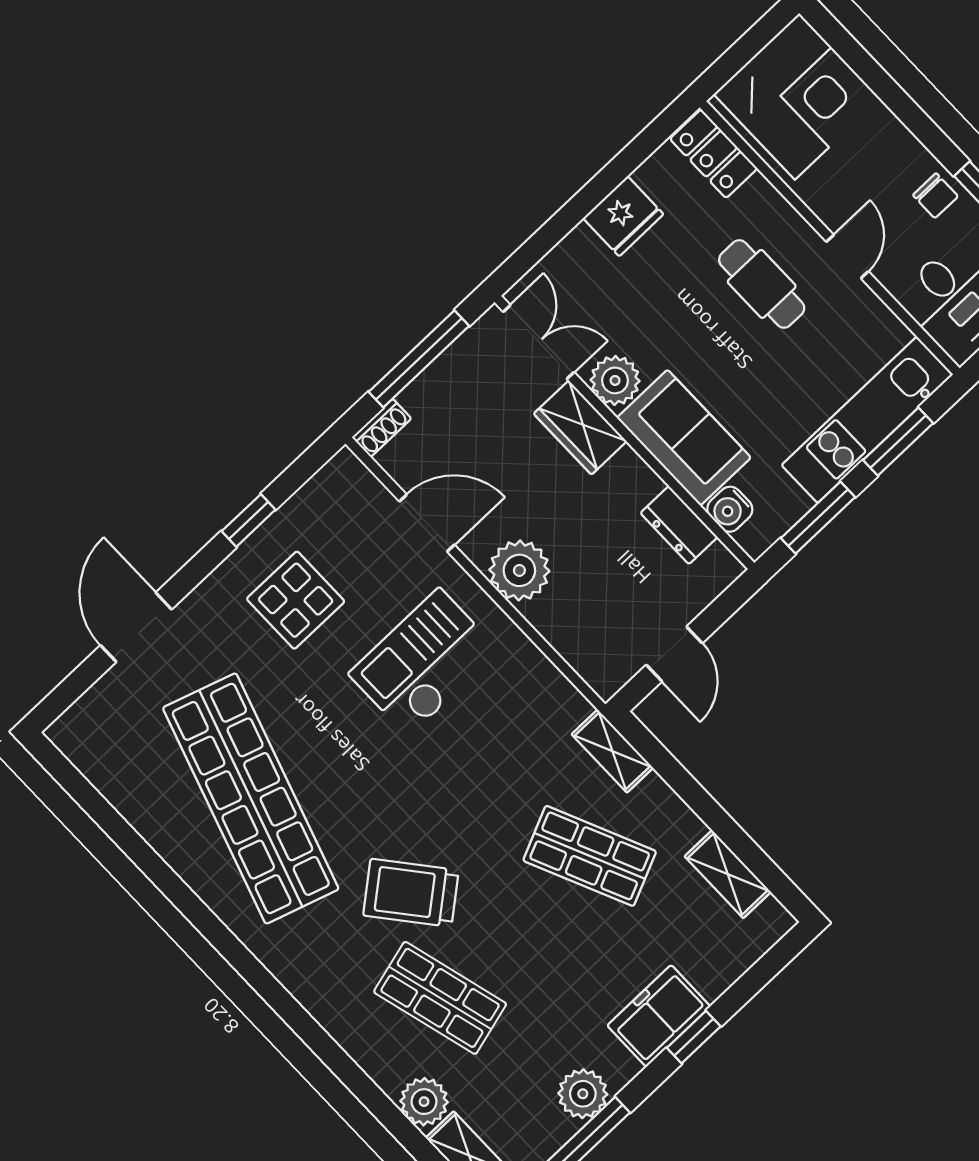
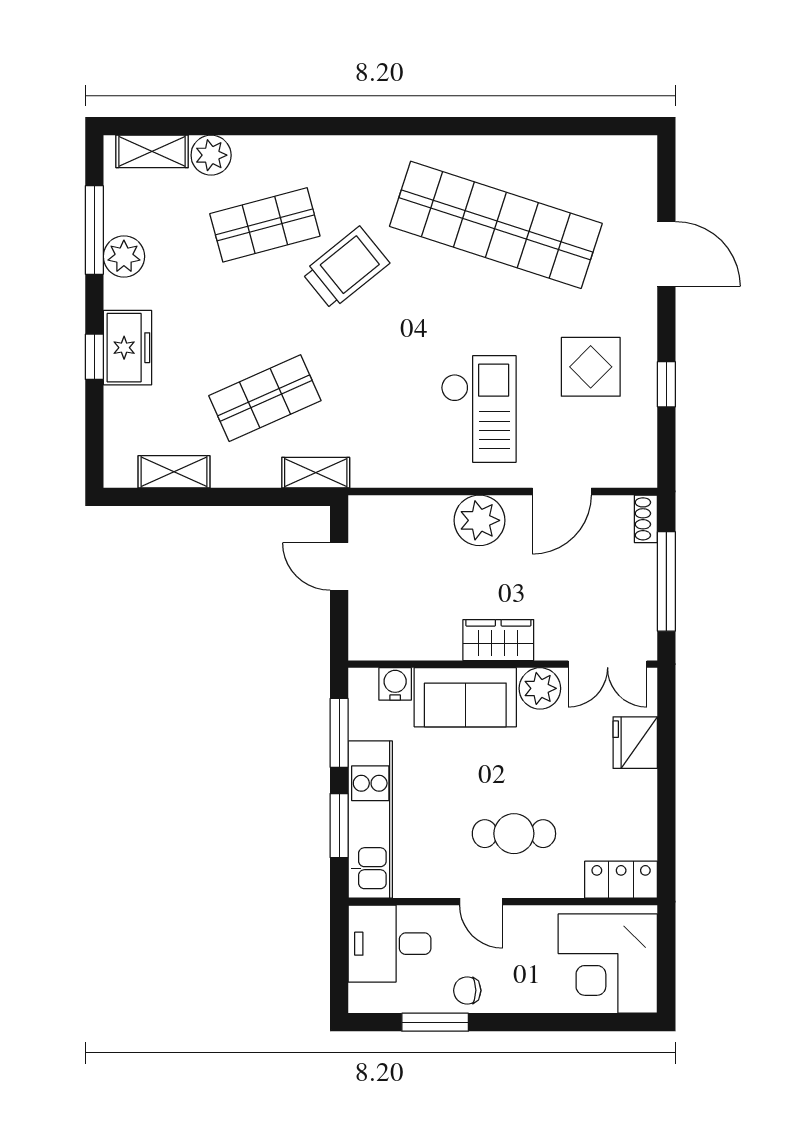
fridge: (623, 216) -> (635, 743), moved
wardrobe: (580, 427) -> (498, 640), moved
dresser: (679, 525) -> (415, 644), removed

